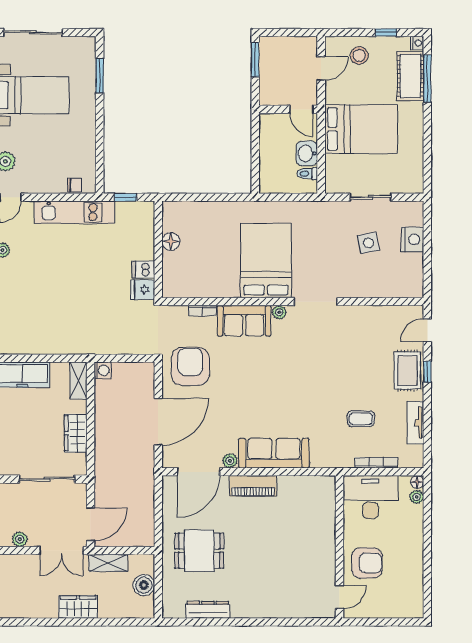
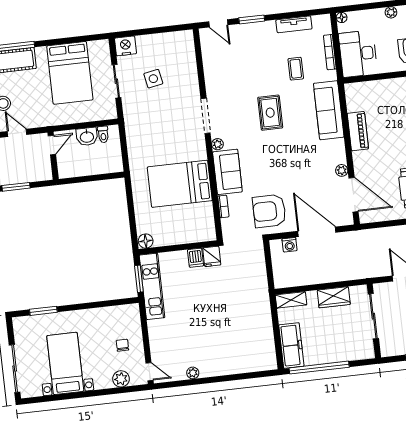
bed: (361, 129) -> (70, 73), moved, turned 180
chair: (74, 185) -> (122, 345), moved
window: (126, 197) -> (139, 279), width x1.50
kitchen unit: (74, 212) -> (152, 286), moved
nightstand: (412, 239) -> (125, 46), moved
floor lamp: (171, 242) -> (146, 241), moved
bed: (266, 260) -> (180, 184), moved
washing machine: (102, 370) -> (290, 245), moved, turned 180
rug: (407, 370) -> (270, 113), moved, turned 90
window: (427, 372) -> (252, 19), width x1.50
sofa: (274, 453) -> (329, 110), moved
piano: (253, 486) -> (358, 131), moved
plant: (417, 497) -> (391, 12), moved

